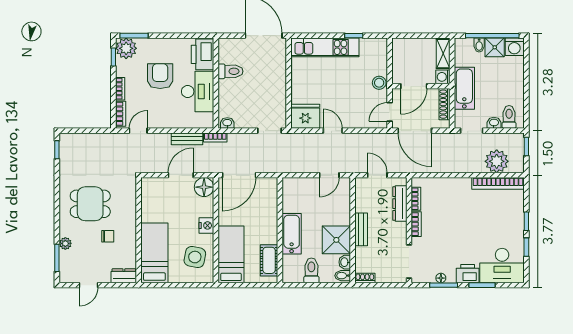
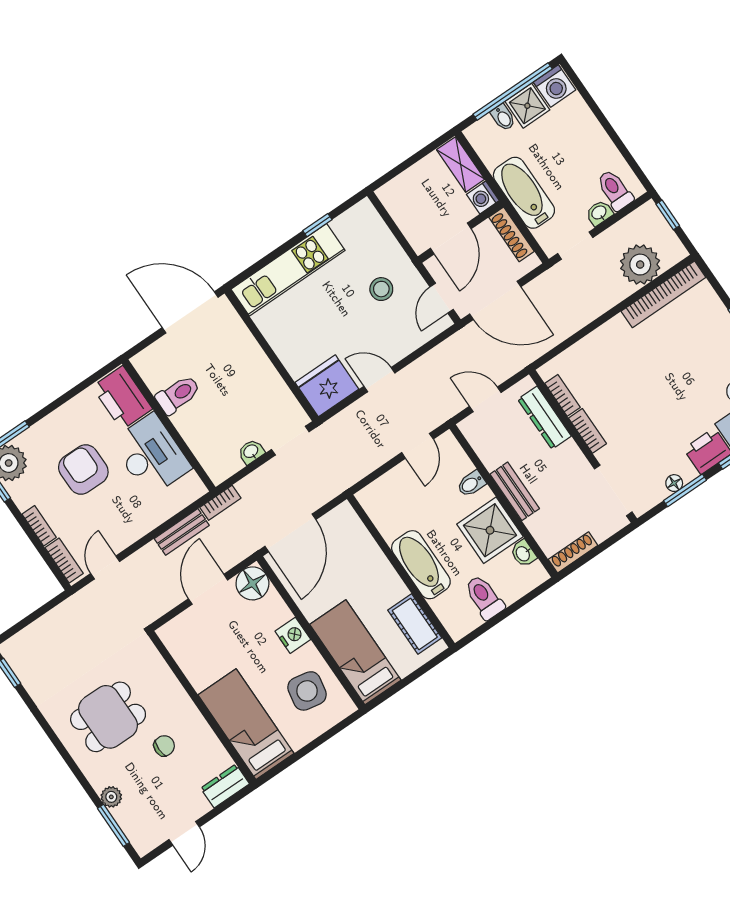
stool: (379, 83) -> (381, 289), moved
washbasin: (227, 123) -> (251, 452), moved
bidet: (343, 276) -> (471, 484), moved
shoe rack: (365, 278) -> (573, 552), width x1.43

